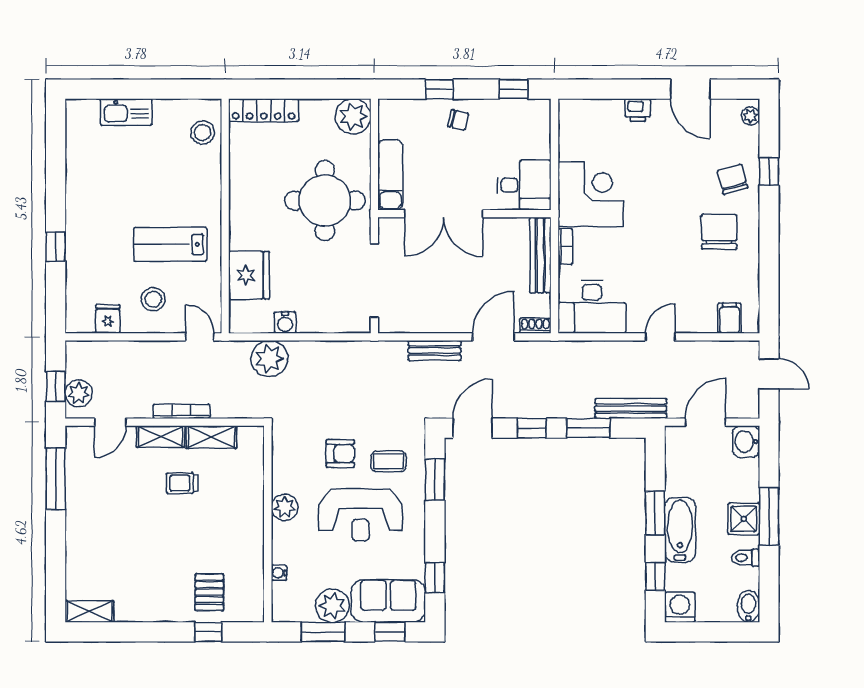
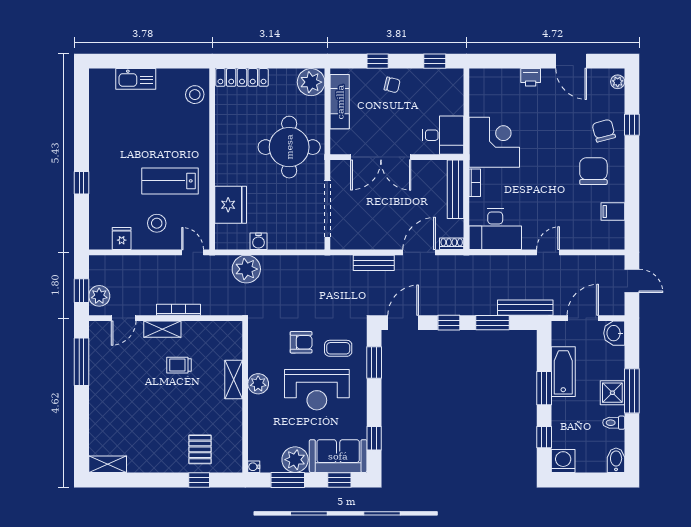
exam couch: (390, 175) -> (340, 102), moved
filing cabinet: (730, 318) -> (613, 211), moved, turned -90
shelving: (211, 437) -> (234, 380), moved, turned 90
bathtub: (680, 530) -> (563, 372), moved
water cooler: (279, 573) -> (254, 467), moved

